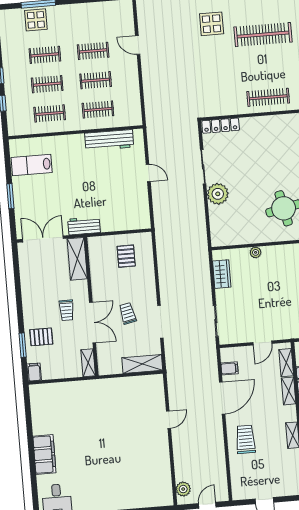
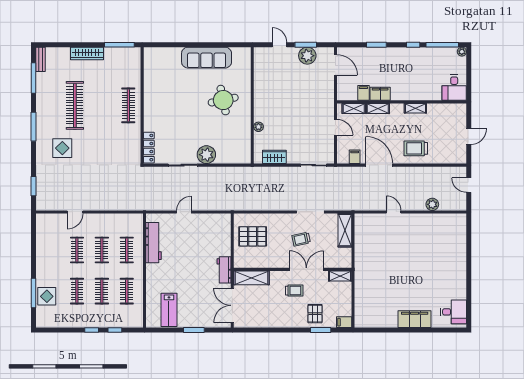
pallet: (126, 256) -> (253, 236), width x1.50, depth x1.42
plant: (183, 489) -> (432, 204), moved

